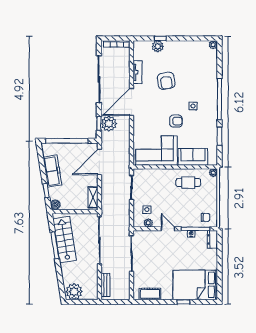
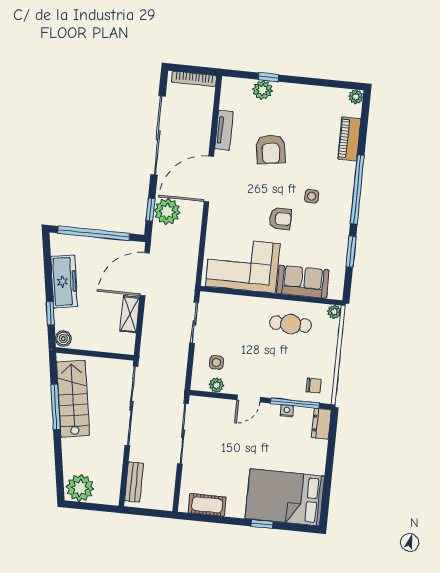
piano: (212, 70) -> (349, 139), added
shelving: (93, 197) -> (130, 314), moved
door: (168, 229) -> (249, 398), swing flipped

